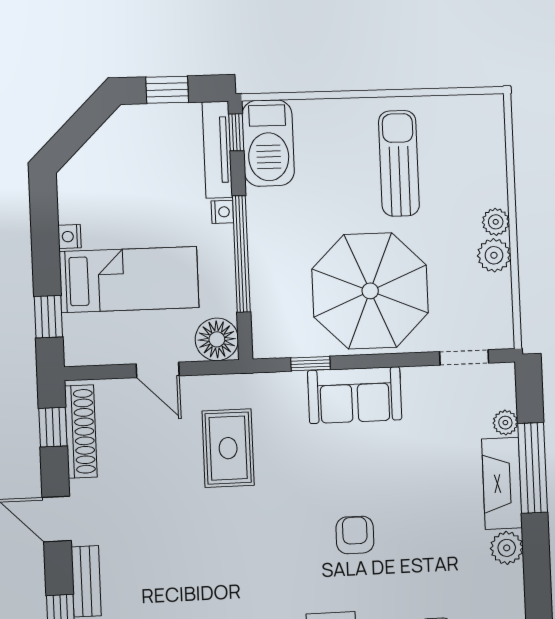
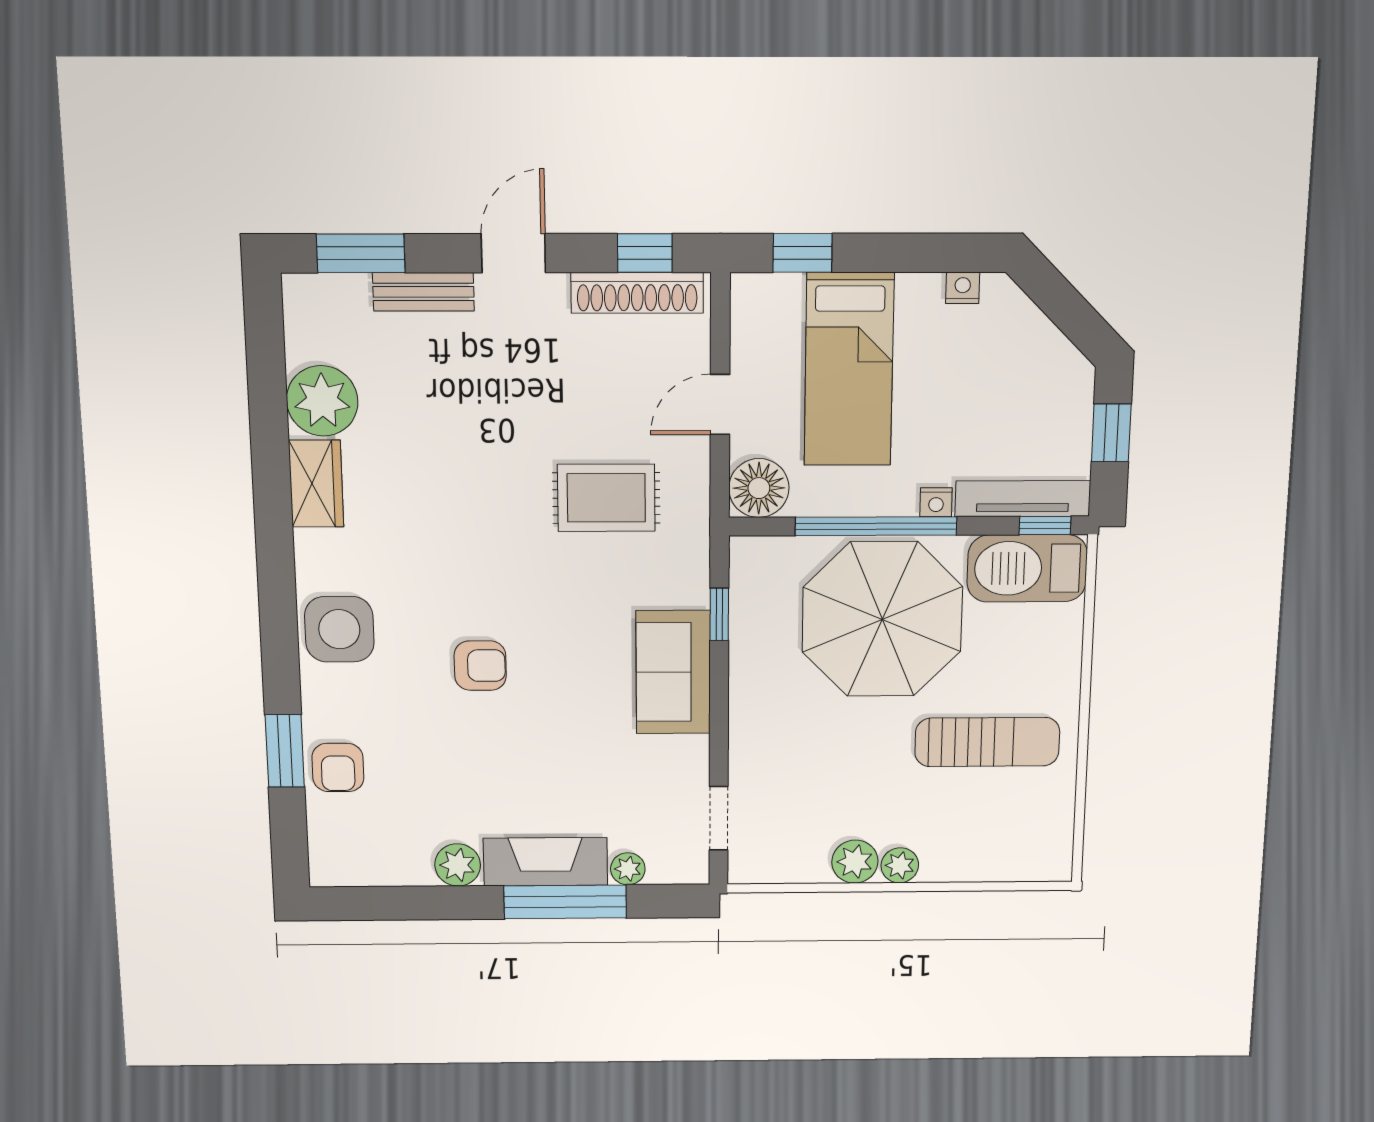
nightstand: (70, 237) -> (963, 288), moved
parasol: (370, 291) -> (882, 619), moved

